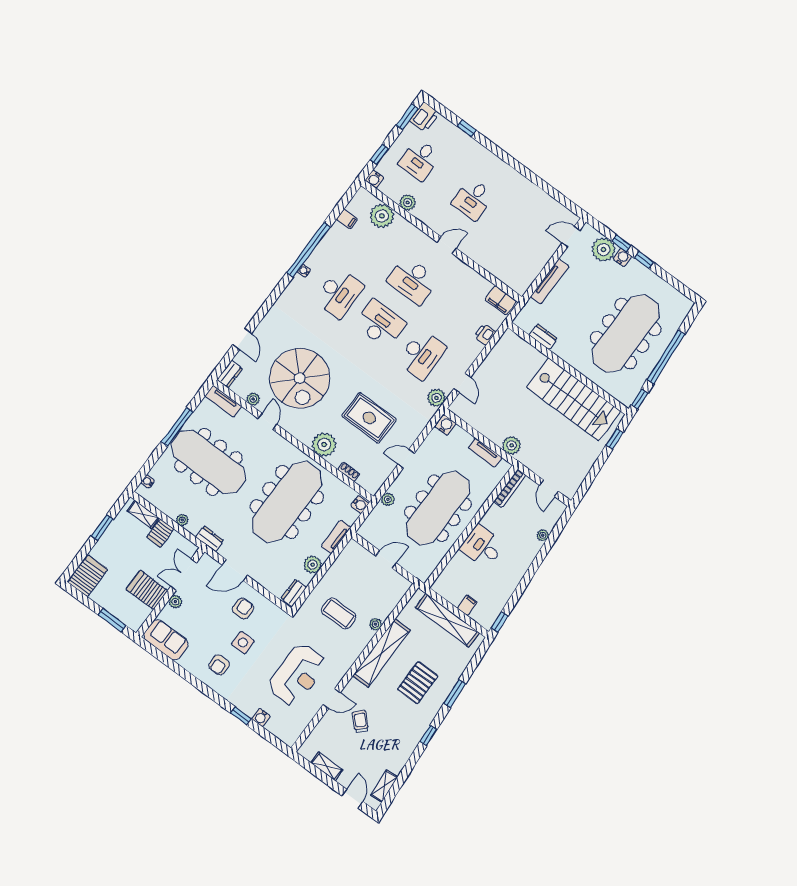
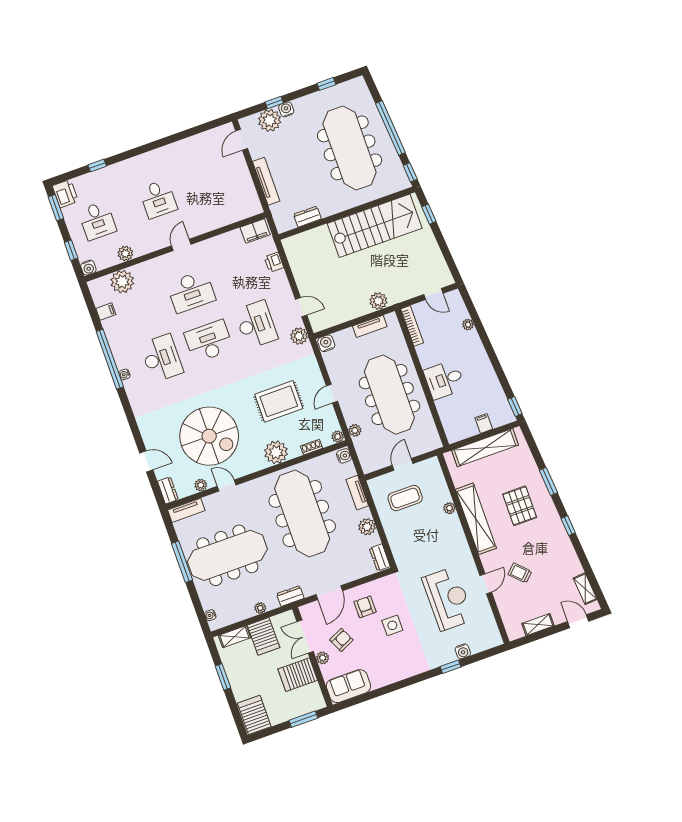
window: (644, 260) -> (326, 84), moved
plant: (373, 488) -> (338, 437), added
server rack: (160, 533) -> (263, 636), width x1.36, depth x1.44
coffee table: (339, 613) -> (405, 498), moved
armchair: (219, 665) -> (341, 640), moved, turned -115

